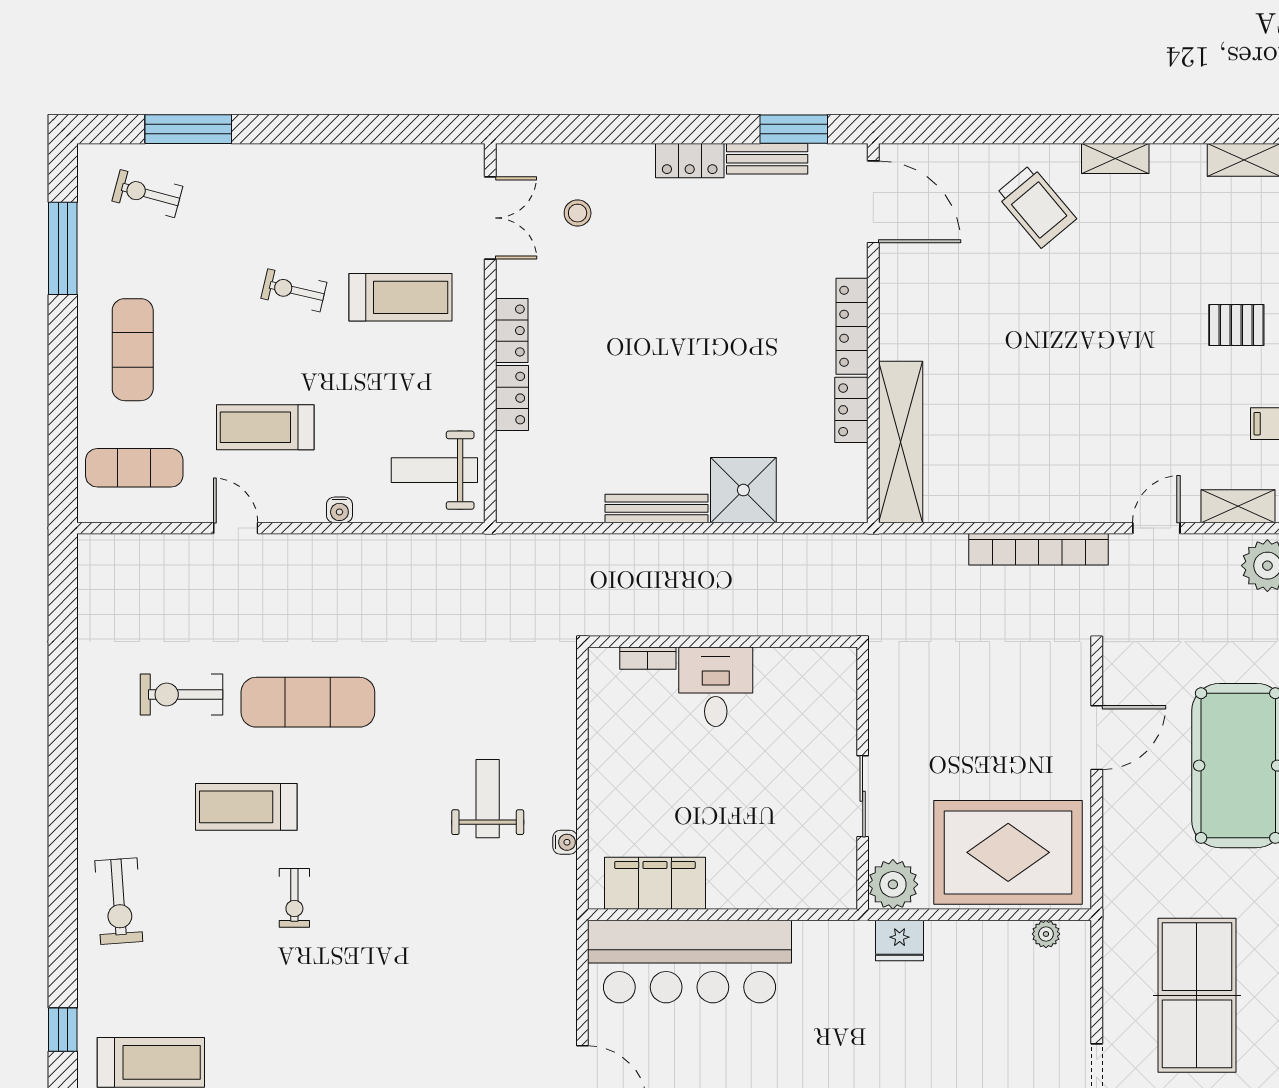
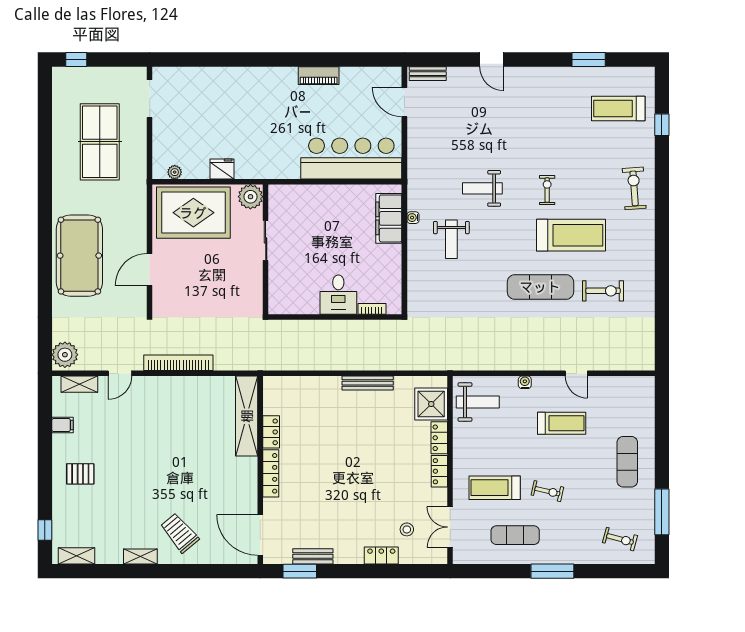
window: (188, 129) -> (552, 571), moved
locker: (690, 161) -> (381, 555), moved
exercise mat: (134, 468) -> (515, 535), moved
shower: (743, 490) -> (431, 404), moved
treadmill: (246, 807) -> (571, 235), width x1.37, depth x1.38
filing cabinet: (655, 883) -> (389, 218), moved, turned 90
weight bench: (425, 901) -> (482, 188), added
fridge: (900, 940) -> (222, 169), moved

